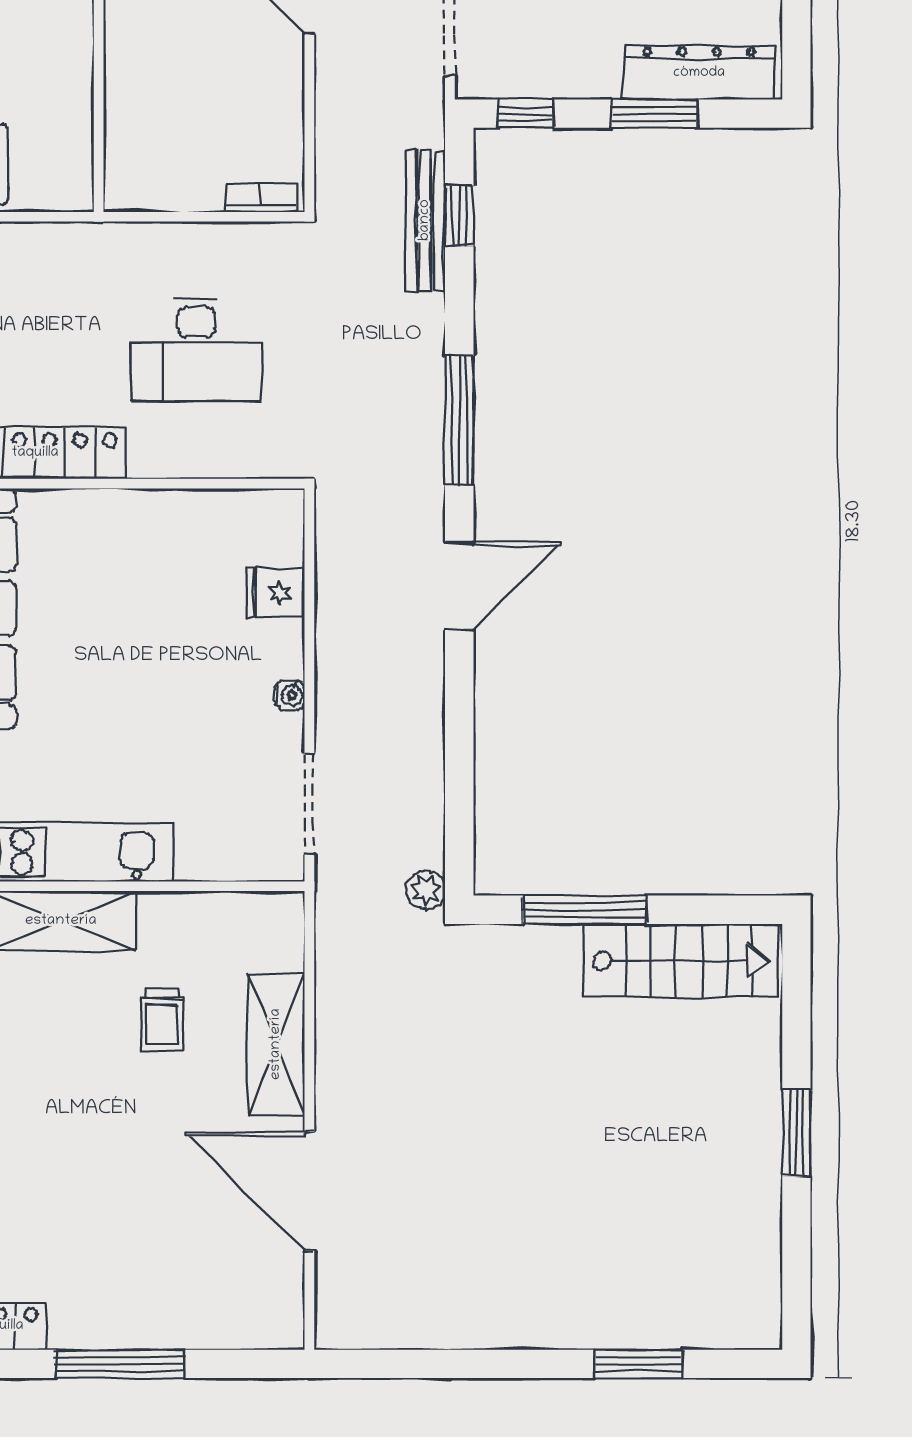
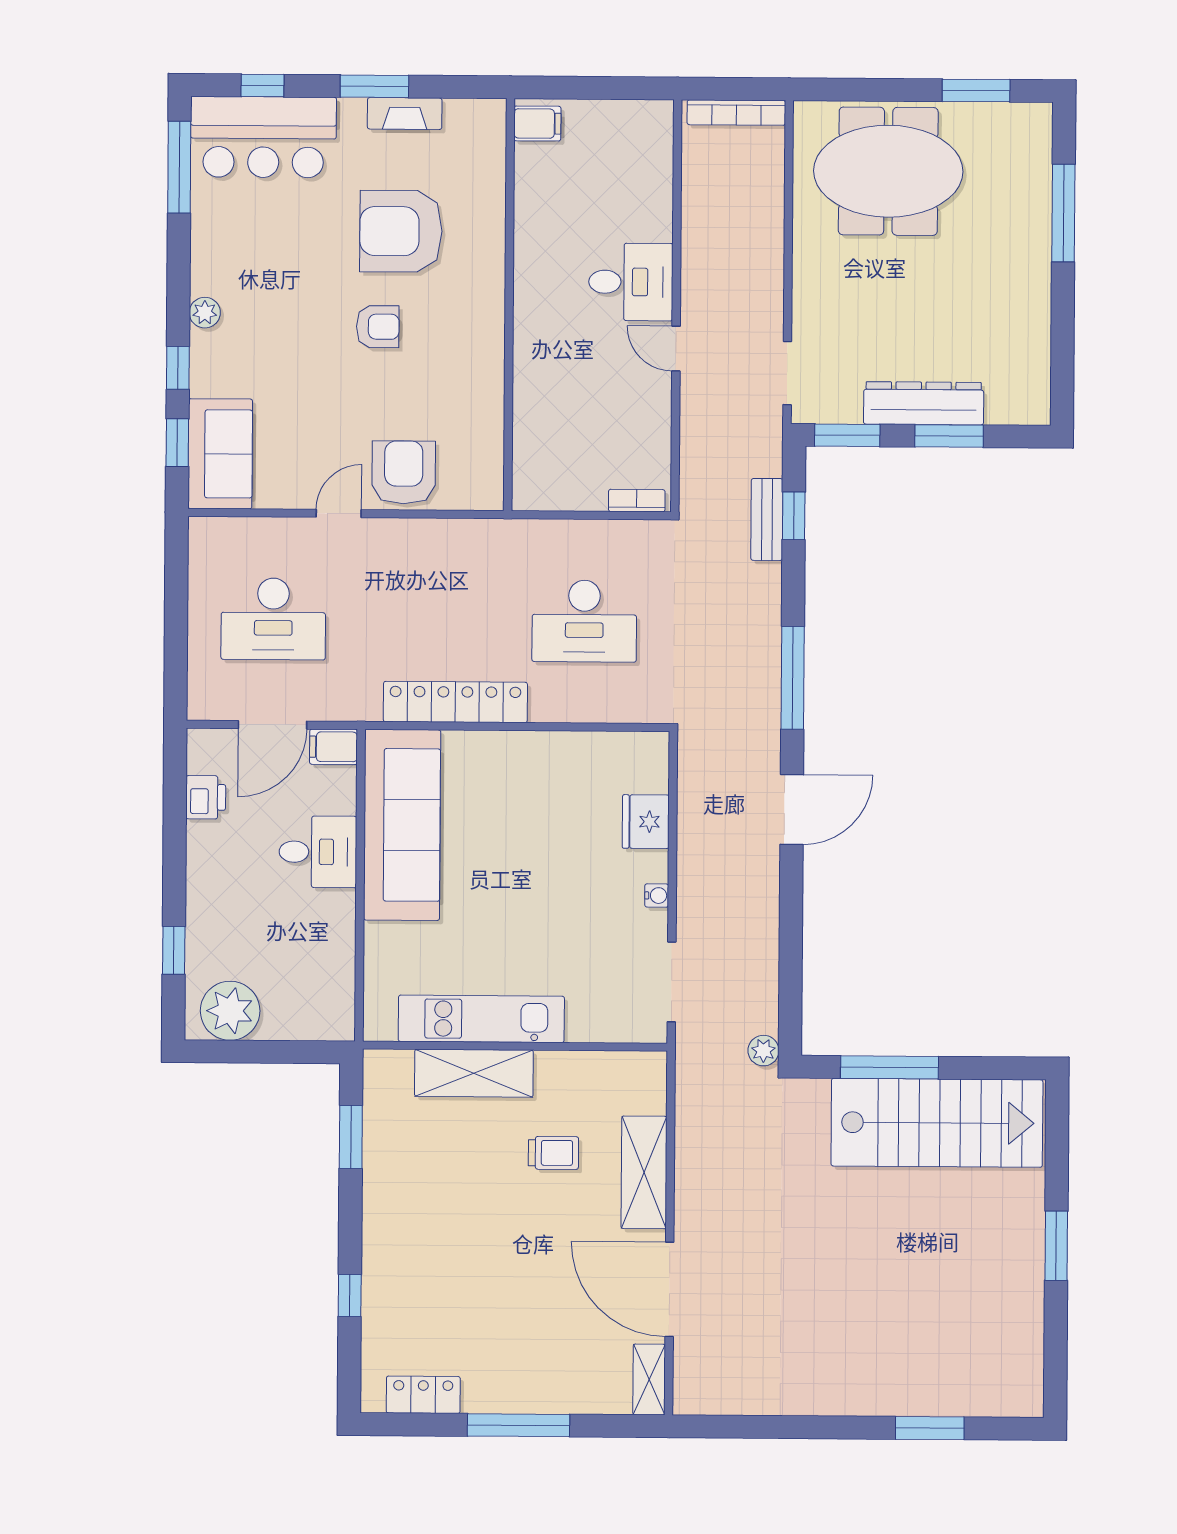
dresser: (699, 73) -> (924, 403), moved
window: (526, 114) -> (847, 435), width x1.50
bench: (425, 220) -> (767, 519), width x0.73
fridge: (275, 593) -> (646, 822), width x1.38
stairs: (680, 961) -> (937, 1123), width x1.36, depth x1.51
trolley: (162, 1020) -> (553, 1153), turned -90
shelving: (285, 1305) -> (649, 1379), added

